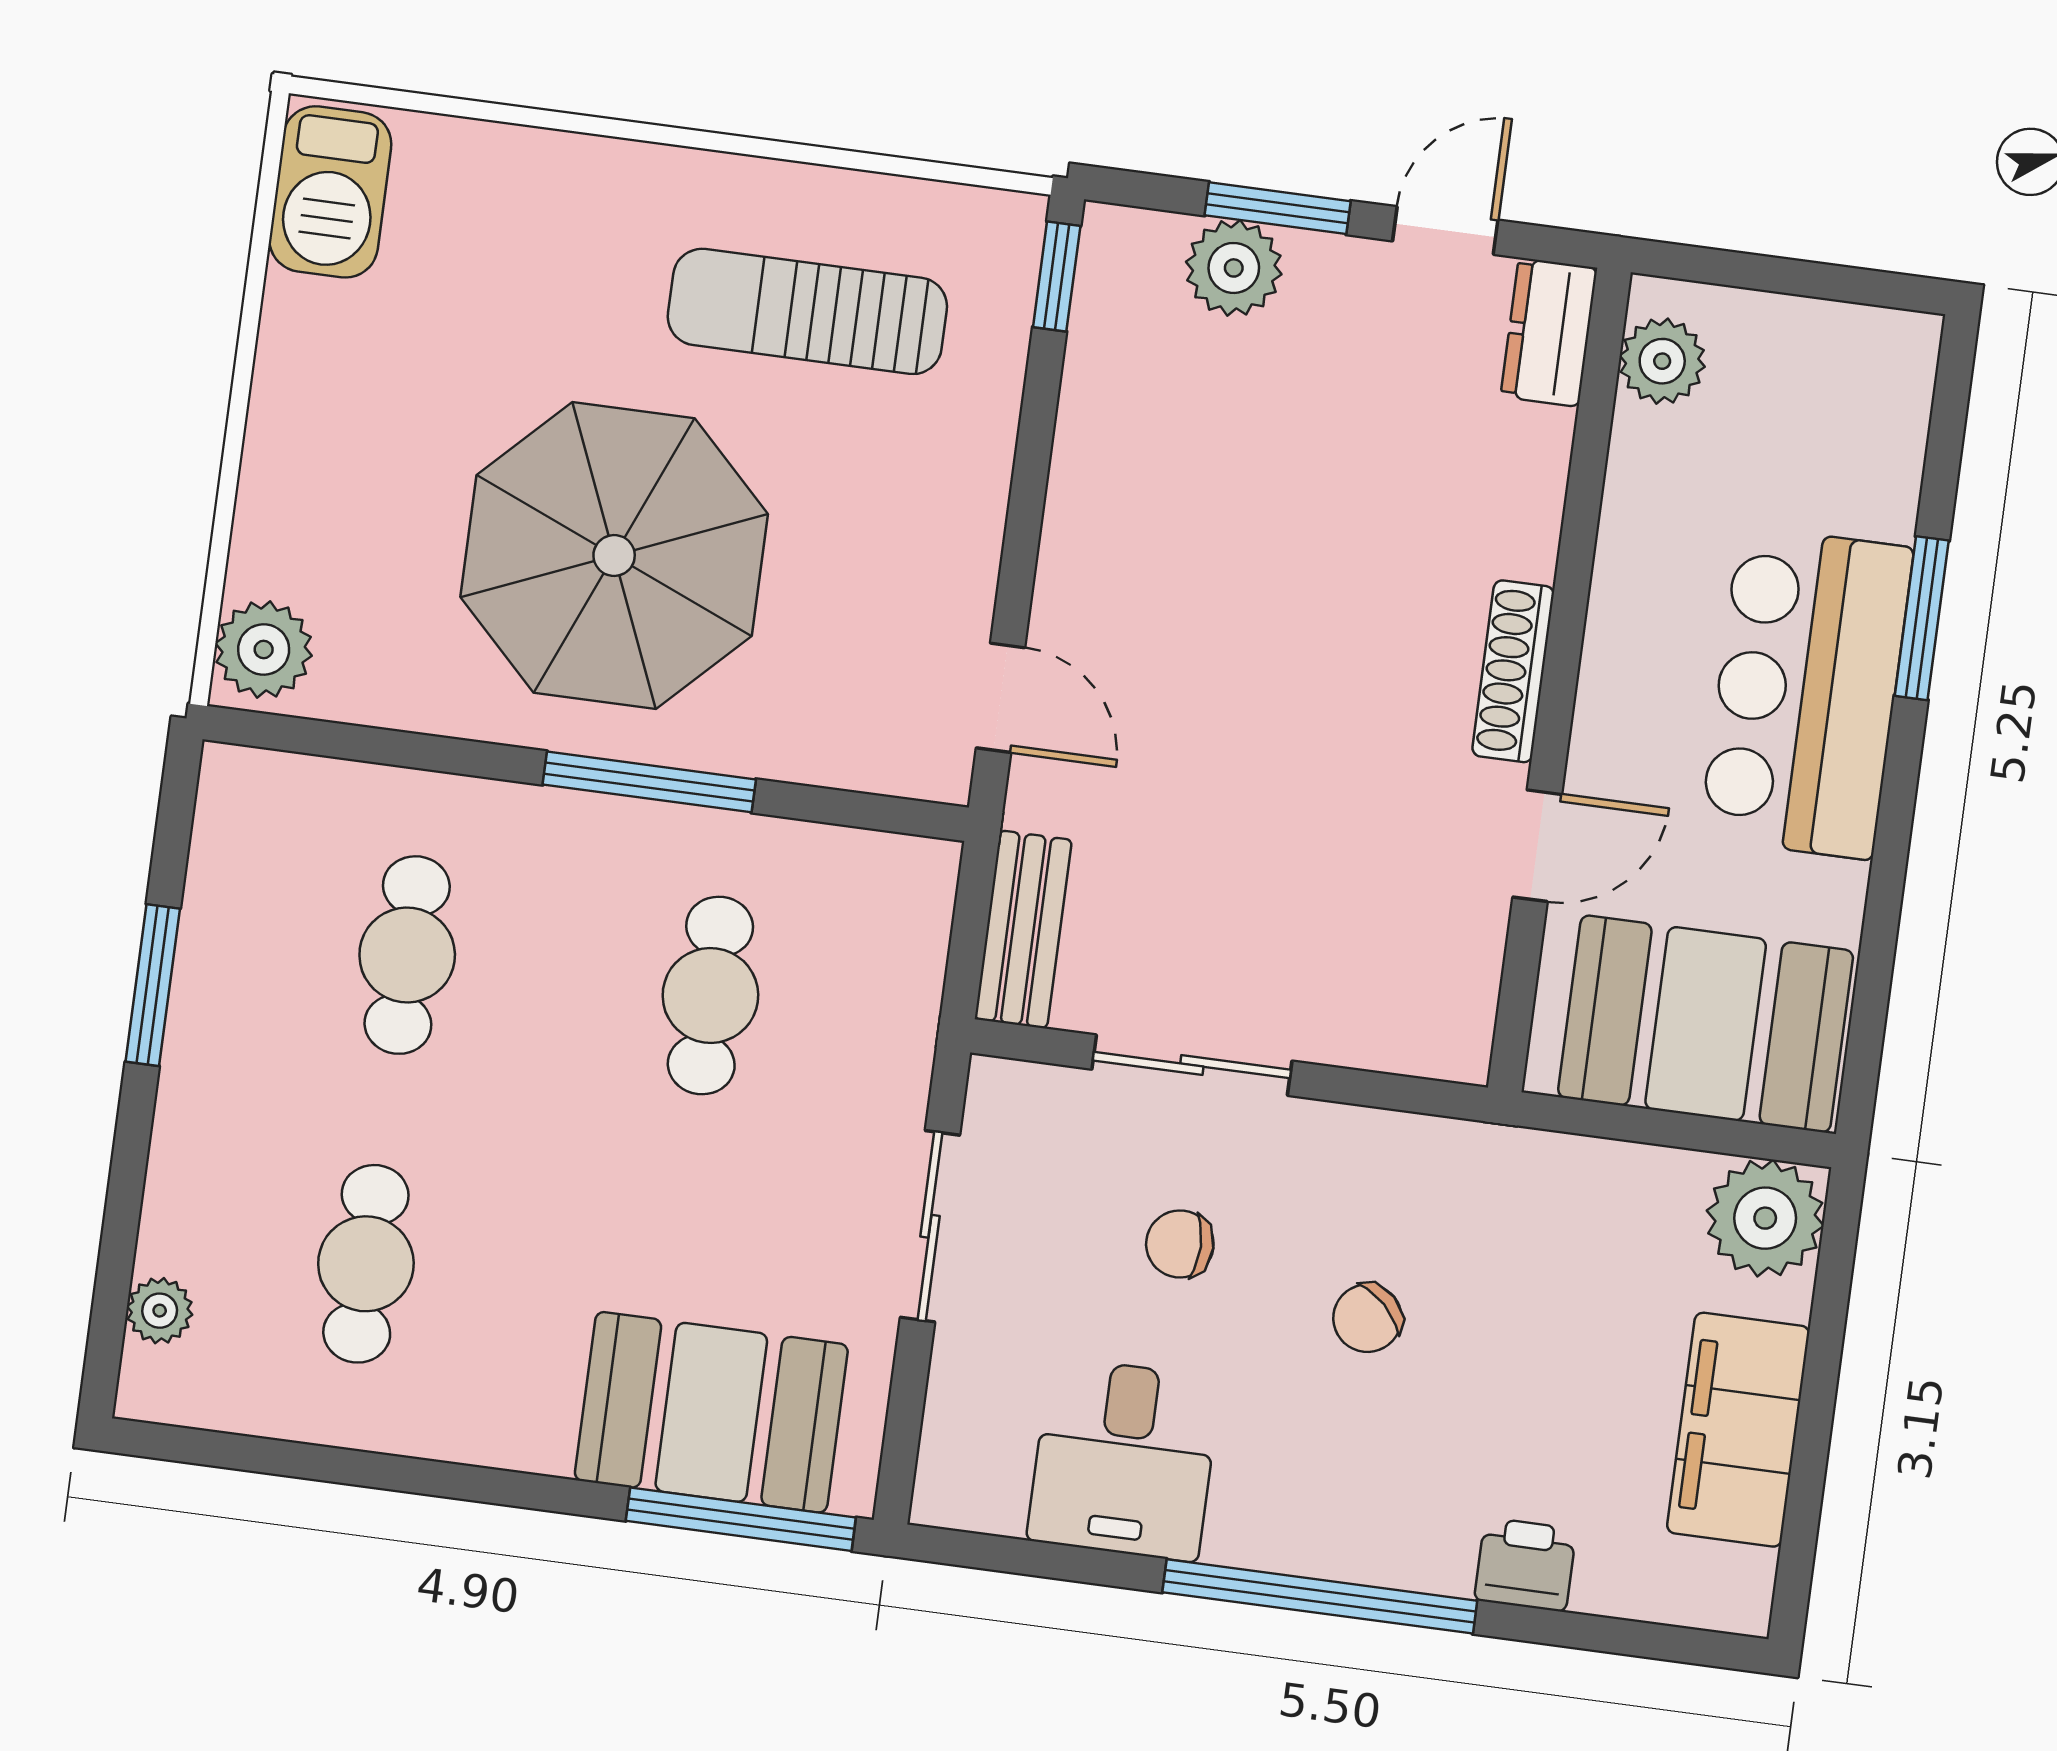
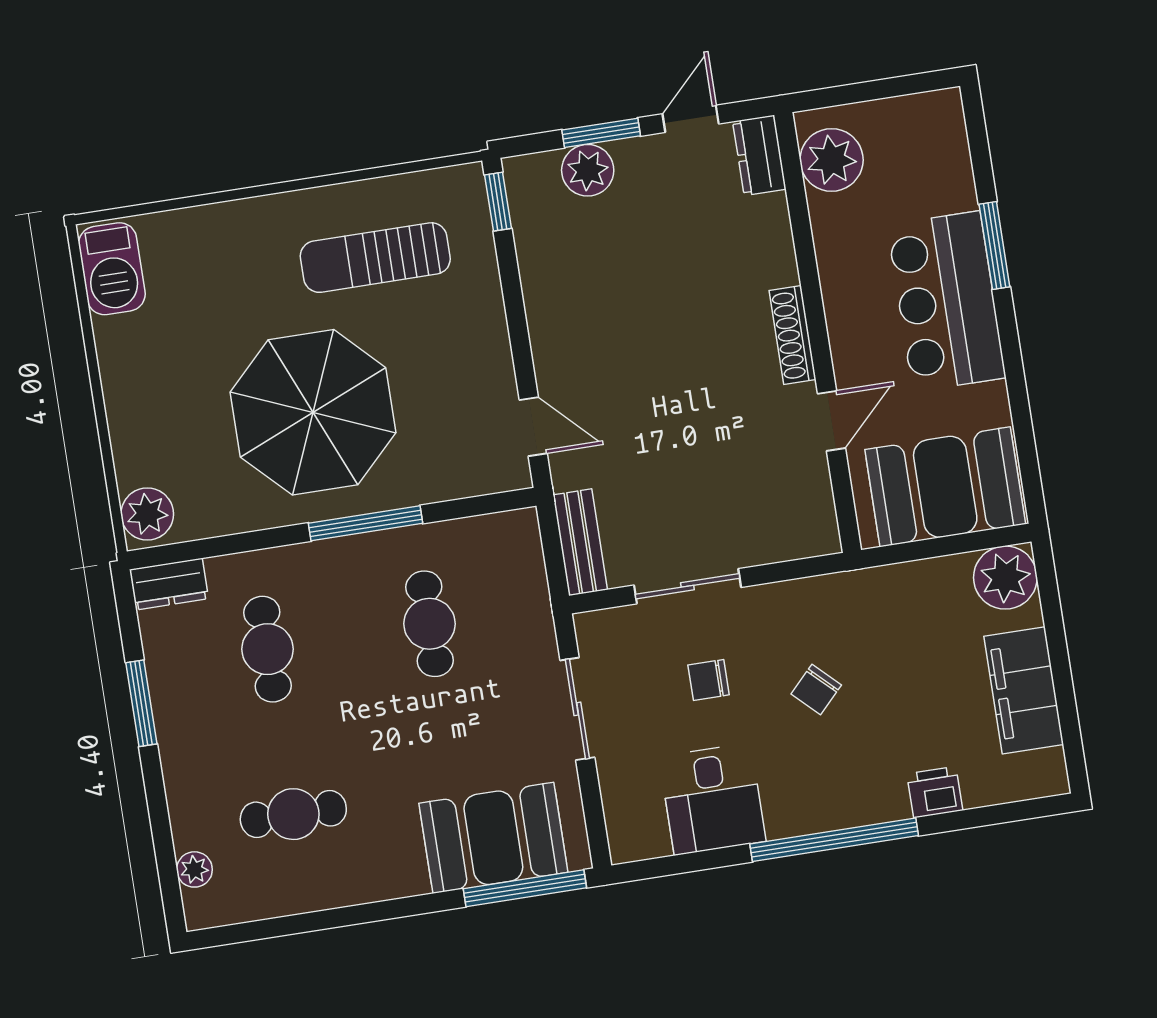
plant: (1662, 361) -> (832, 160), width x1.36, depth x1.36
dresser: (265, 786) -> (169, 584), added
cafe table: (366, 1264) -> (293, 814), turned 90

